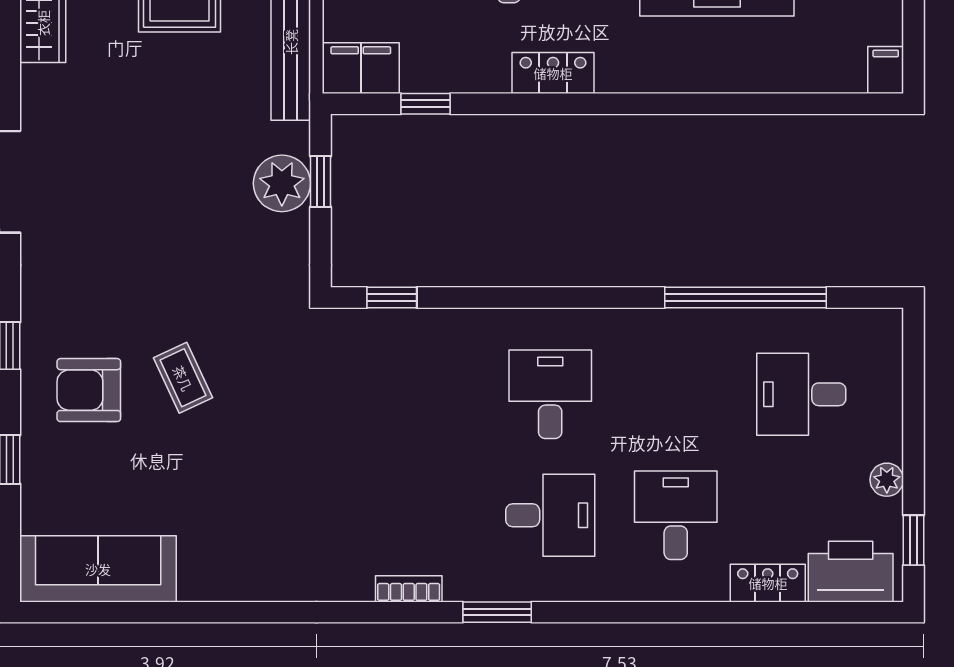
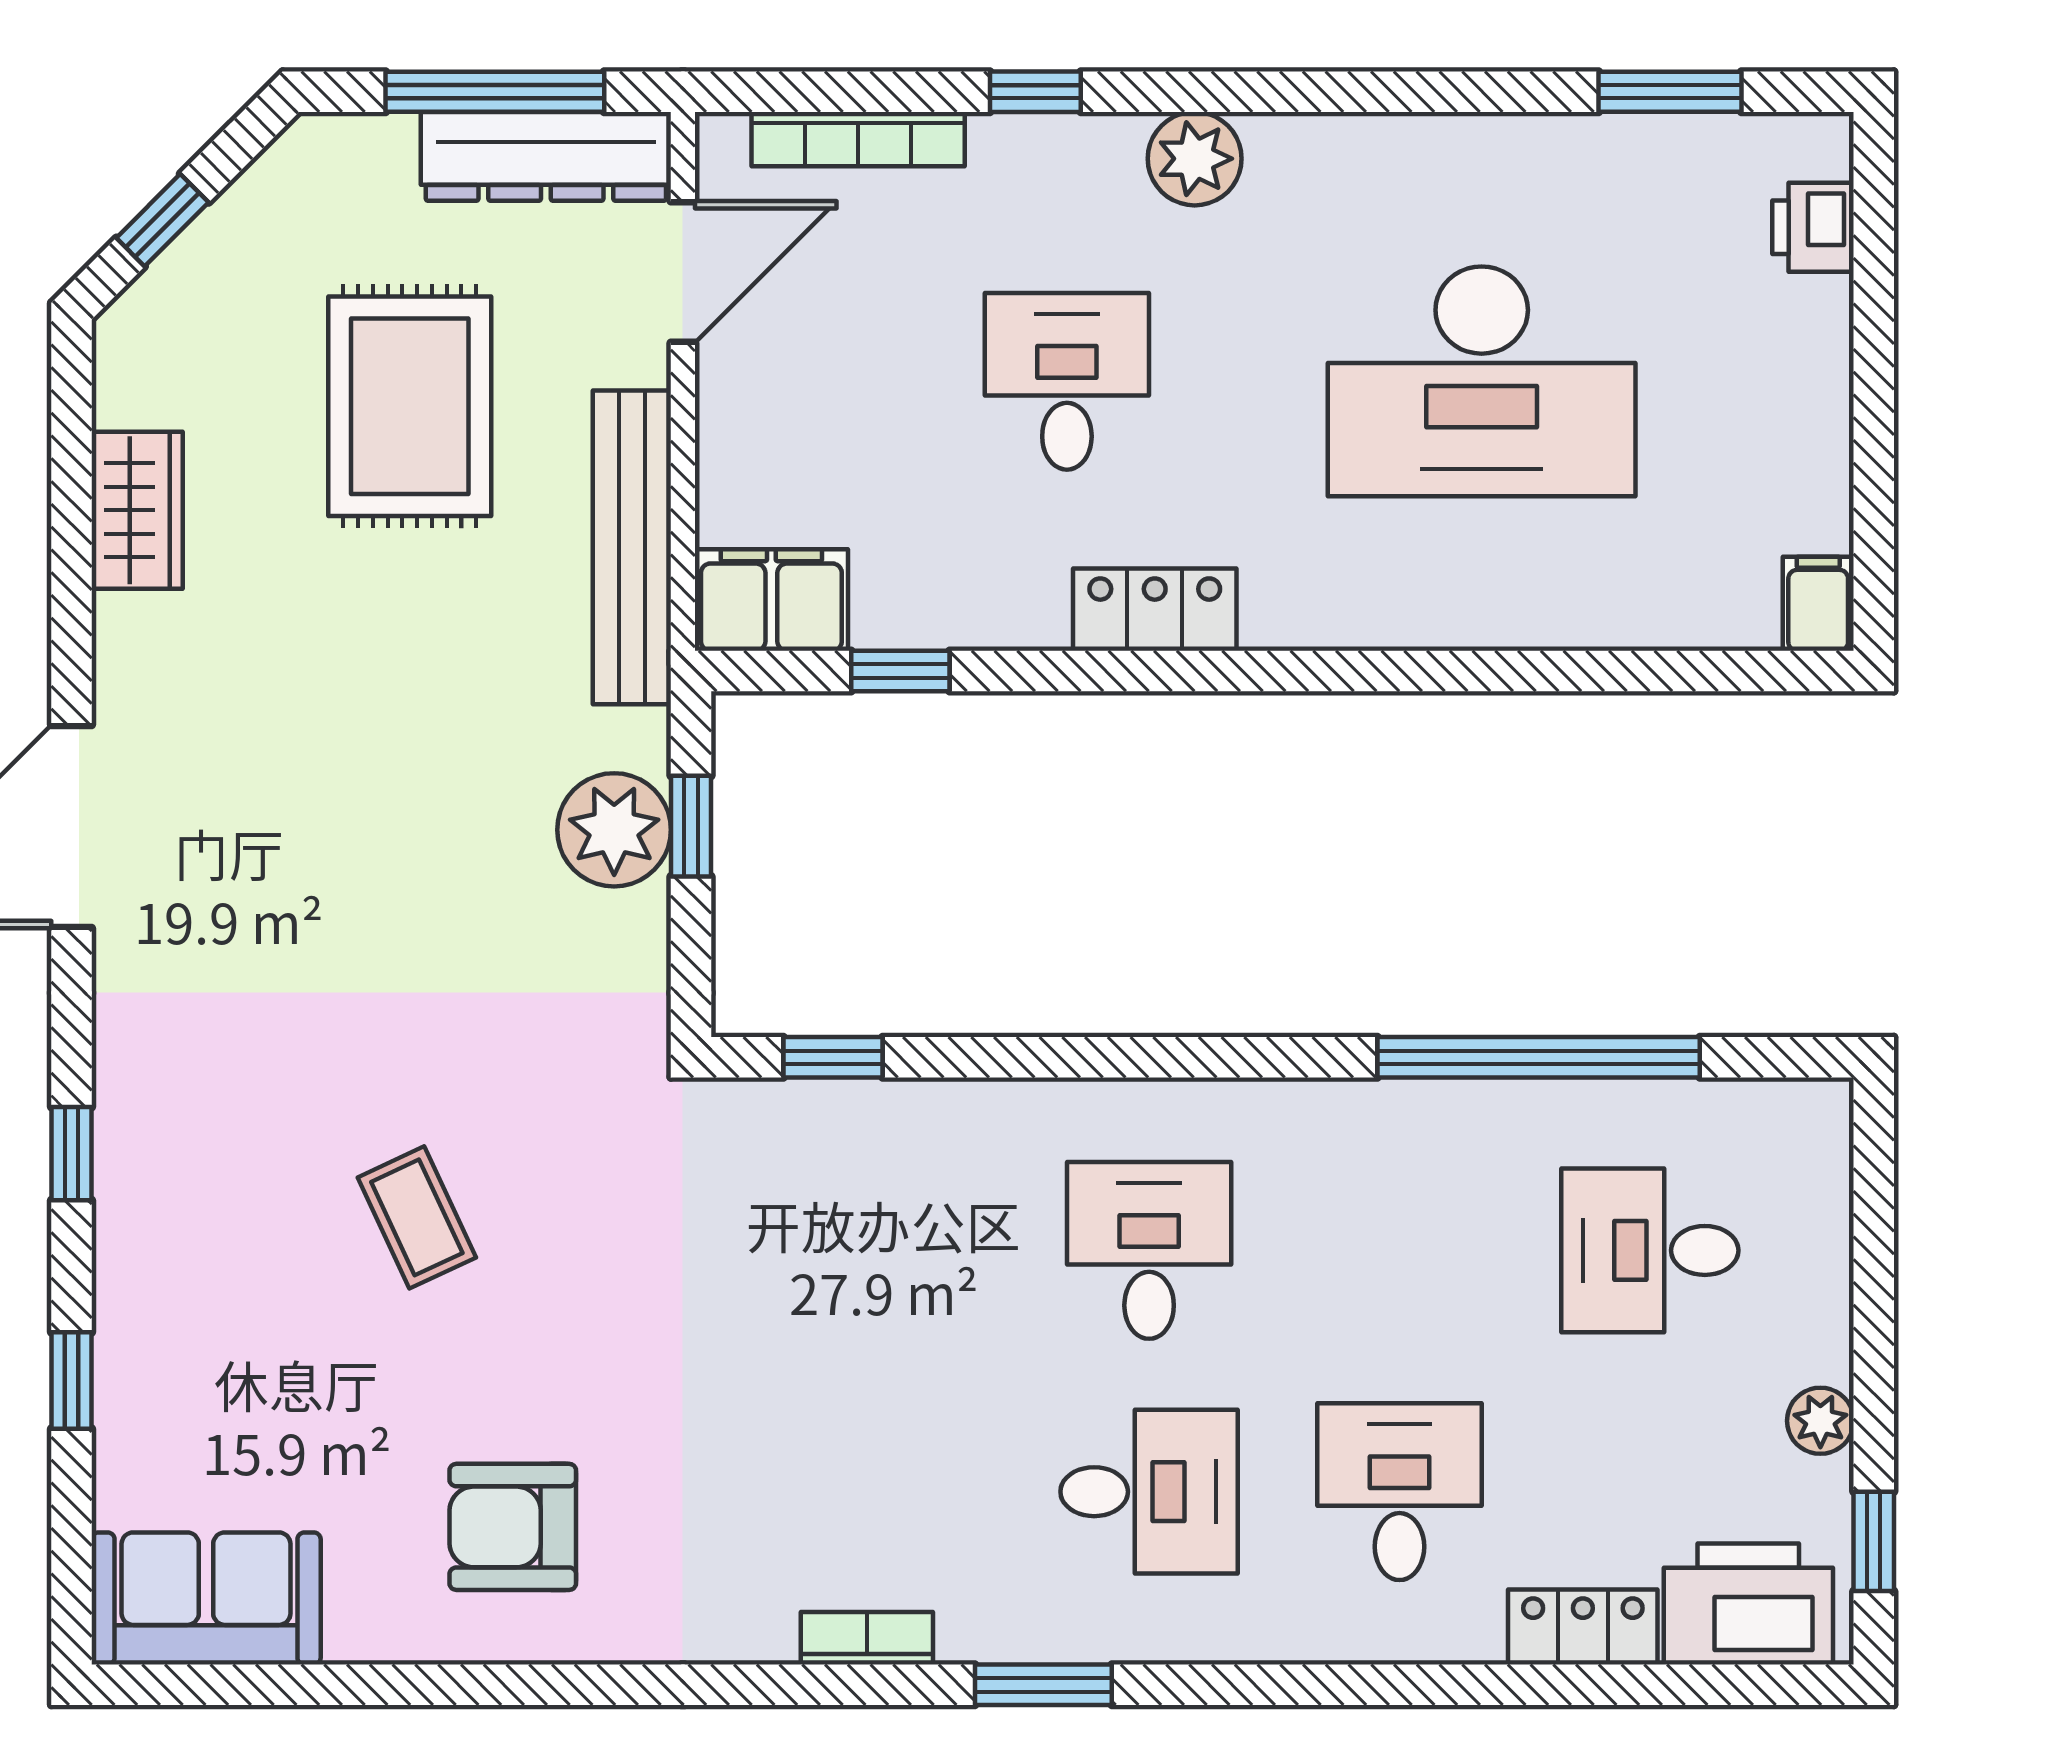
armchair: (89, 390) -> (513, 1527), moved
sofa: (98, 569) -> (206, 1599), width x0.73

